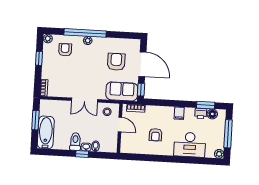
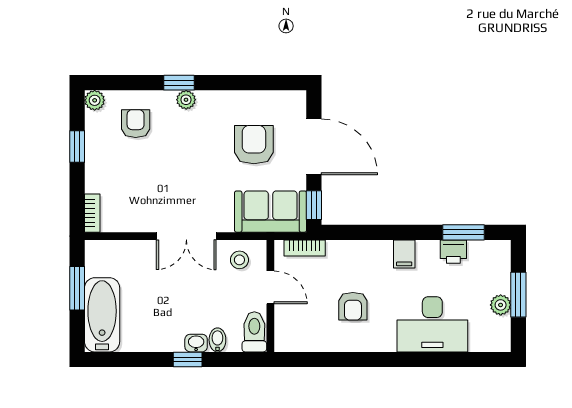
window: (85, 33) -> (179, 83), width x0.32
floor lamp: (212, 114) -> (480, 251), removed
window: (228, 134) -> (518, 295), width x0.69
toilet: (75, 142) -> (254, 332), moved
plant: (219, 154) -> (501, 305), moved

